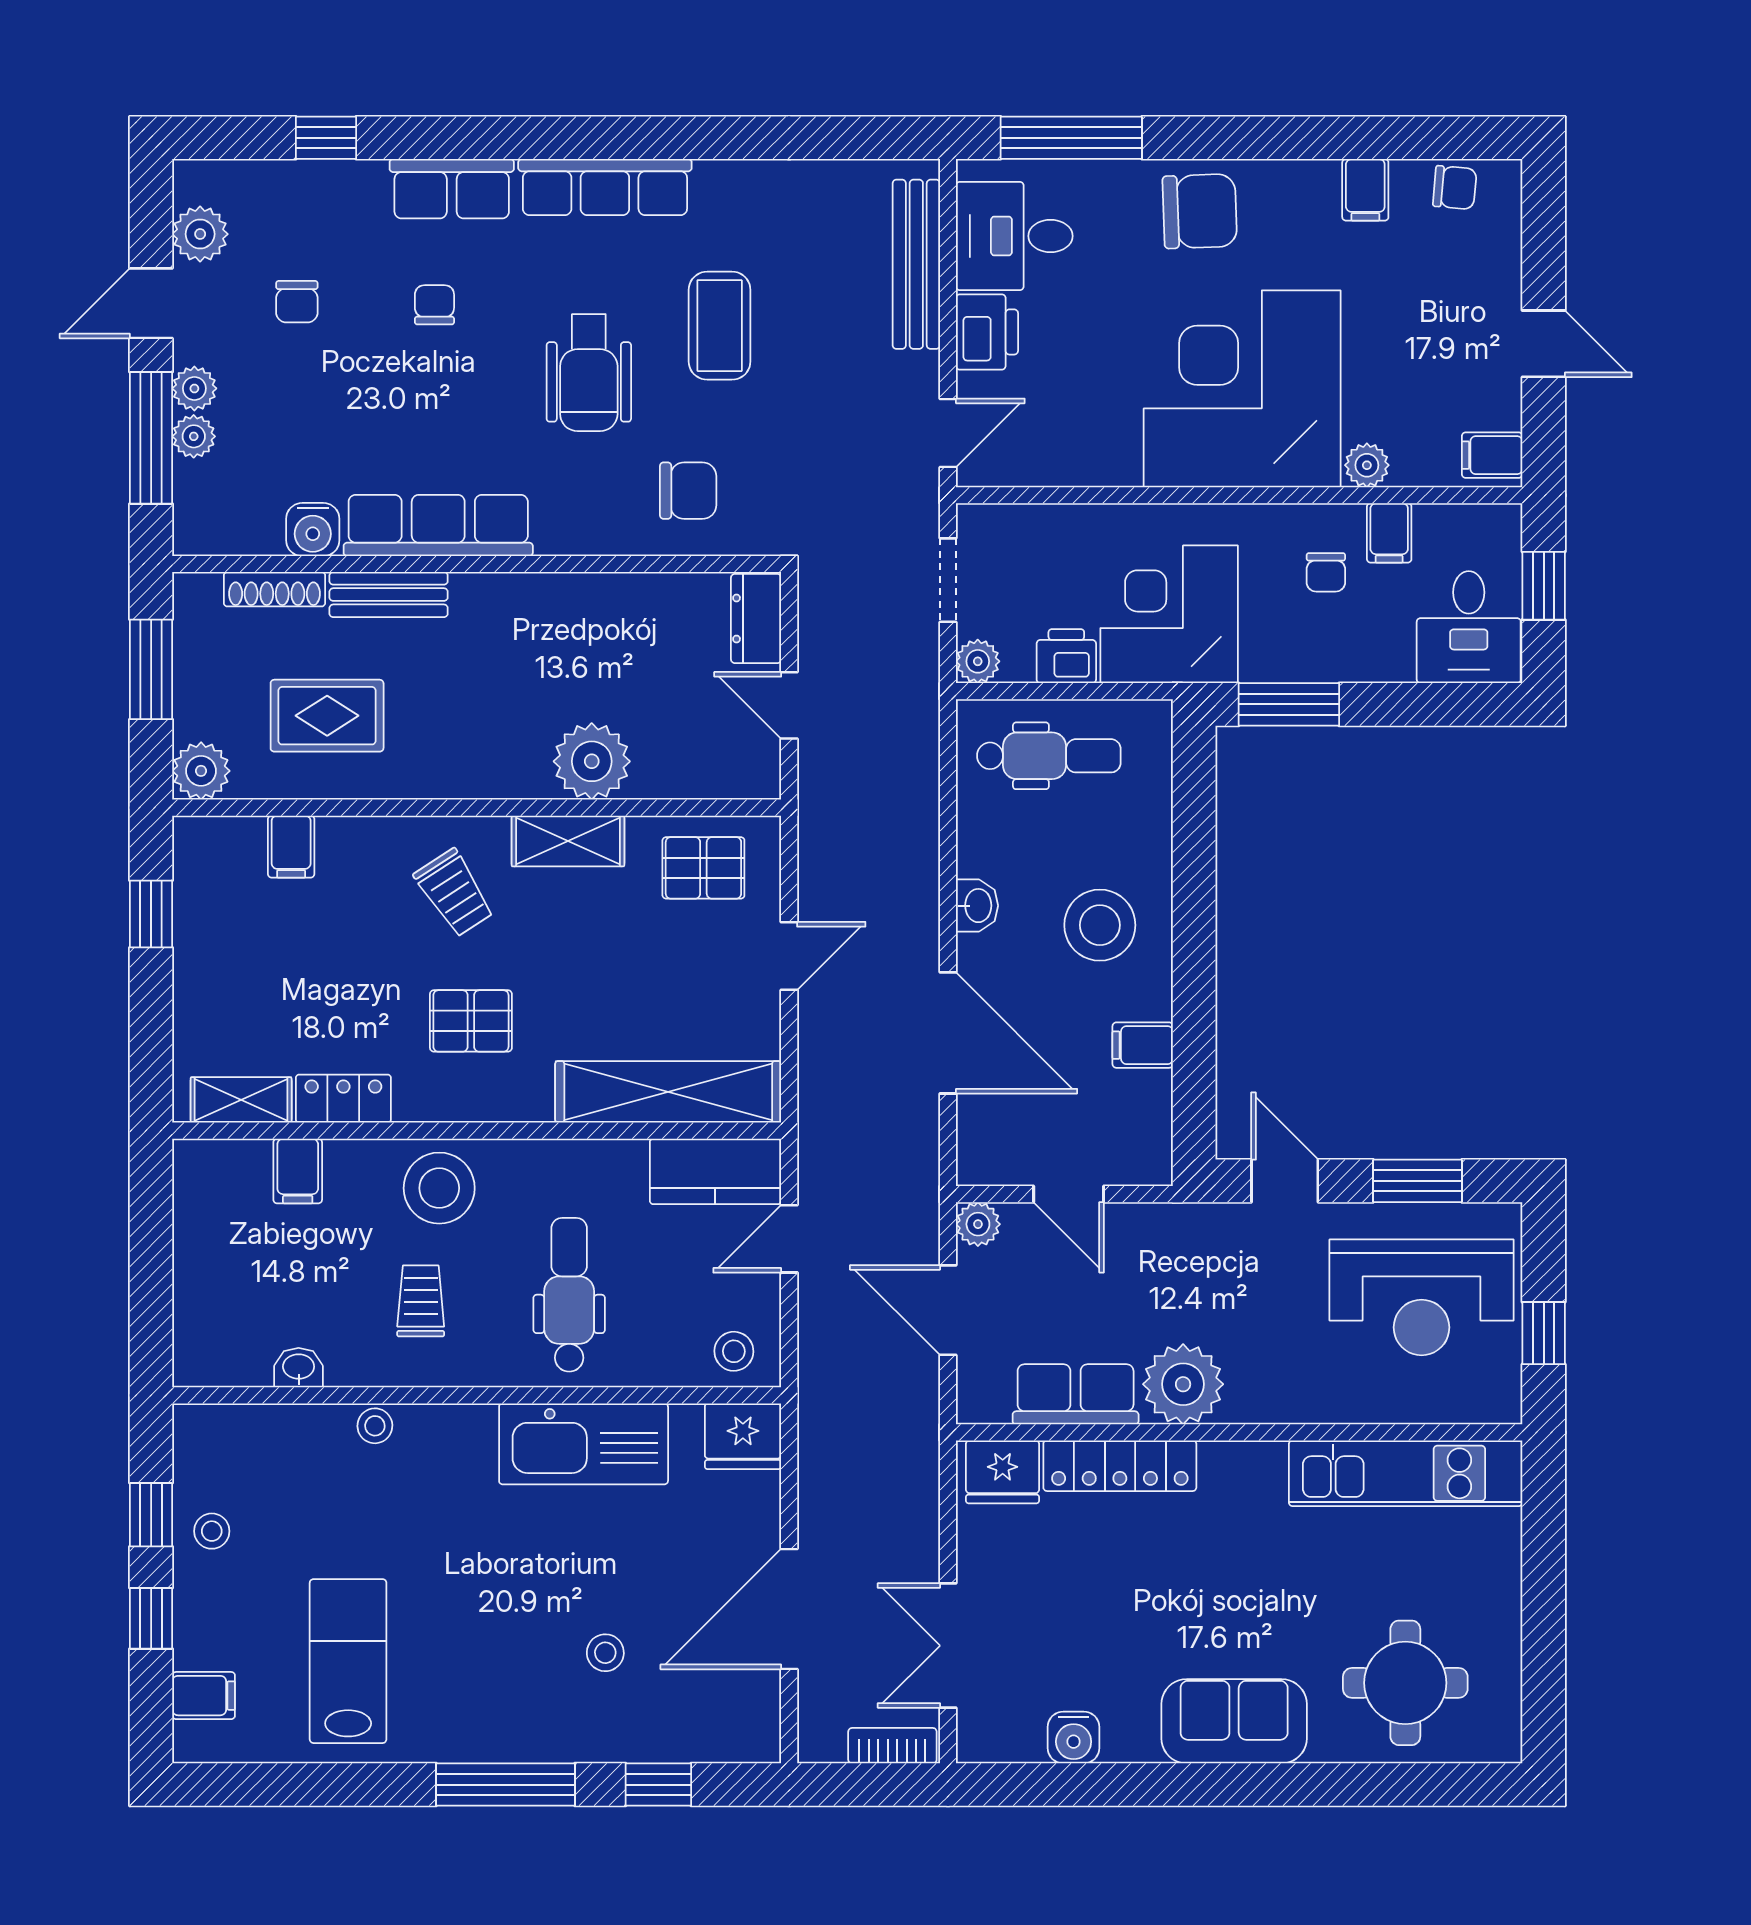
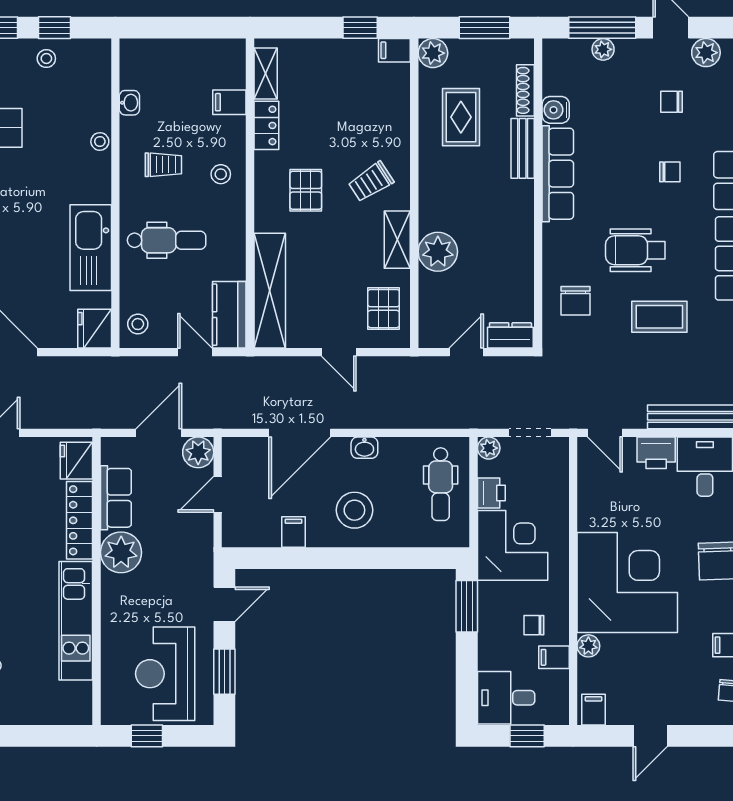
plant: (194, 388) -> (627, 50), removed
filing cabinet: (291, 847) -> (394, 50), moved
stool: (439, 1188) -> (221, 174), width x0.53, depth x0.53
plant: (978, 1224) -> (198, 452), width x1.38, depth x1.38
kitchen unit: (1406, 1473) -> (76, 621), moved

